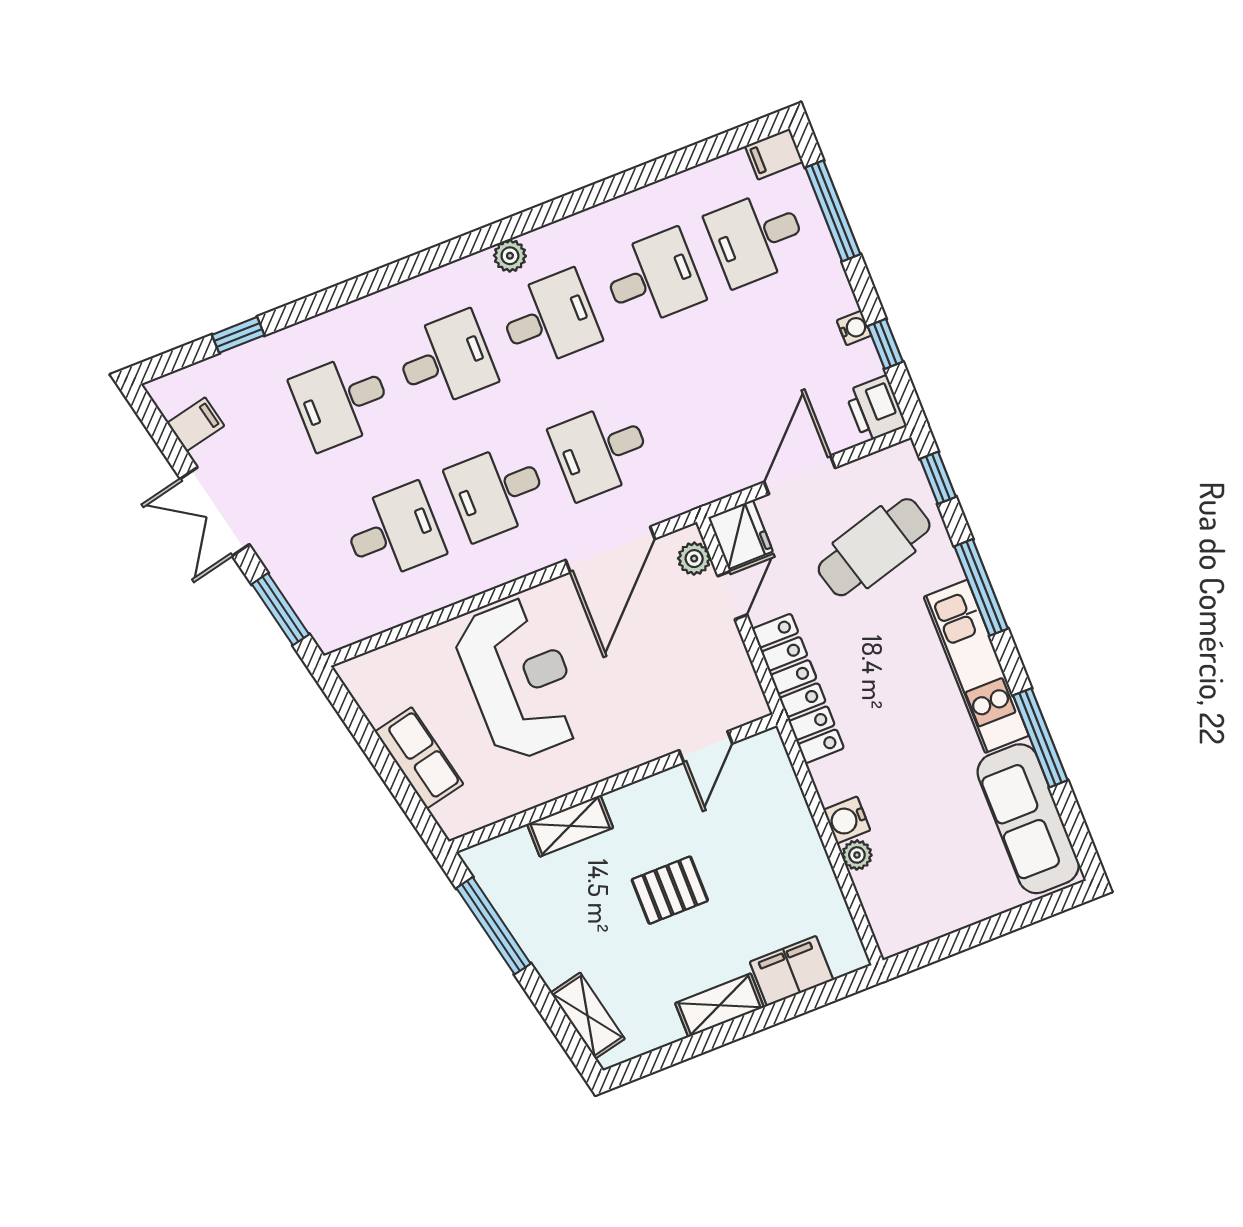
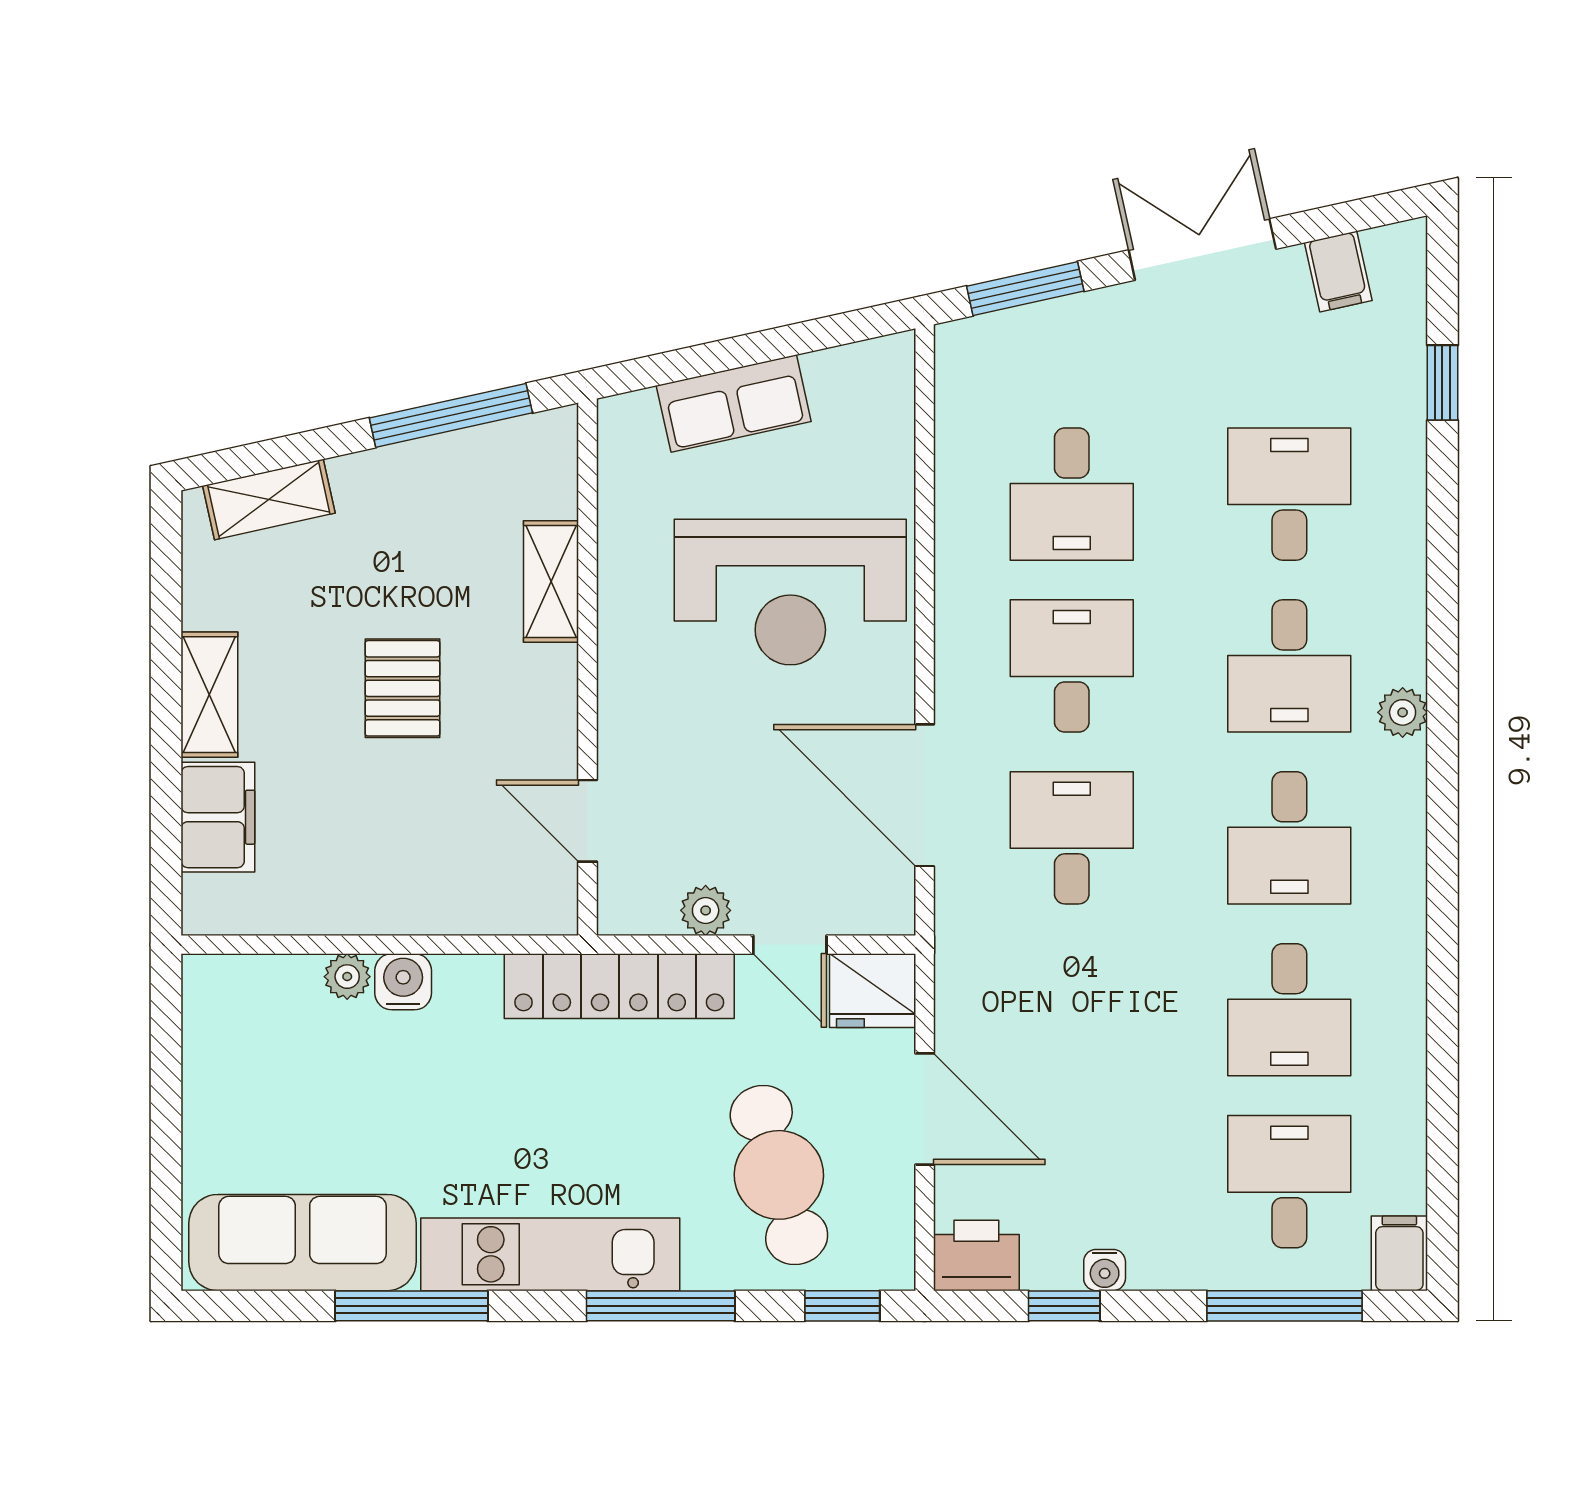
plant: (510, 256) -> (1403, 712), moved
plant: (694, 559) -> (706, 910), moved

